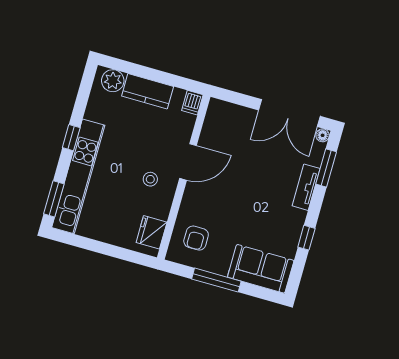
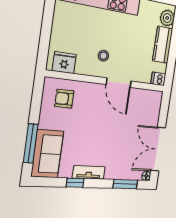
tv unit: (306, 187) -> (89, 172), moved
window: (216, 280) -> (31, 143), moved

